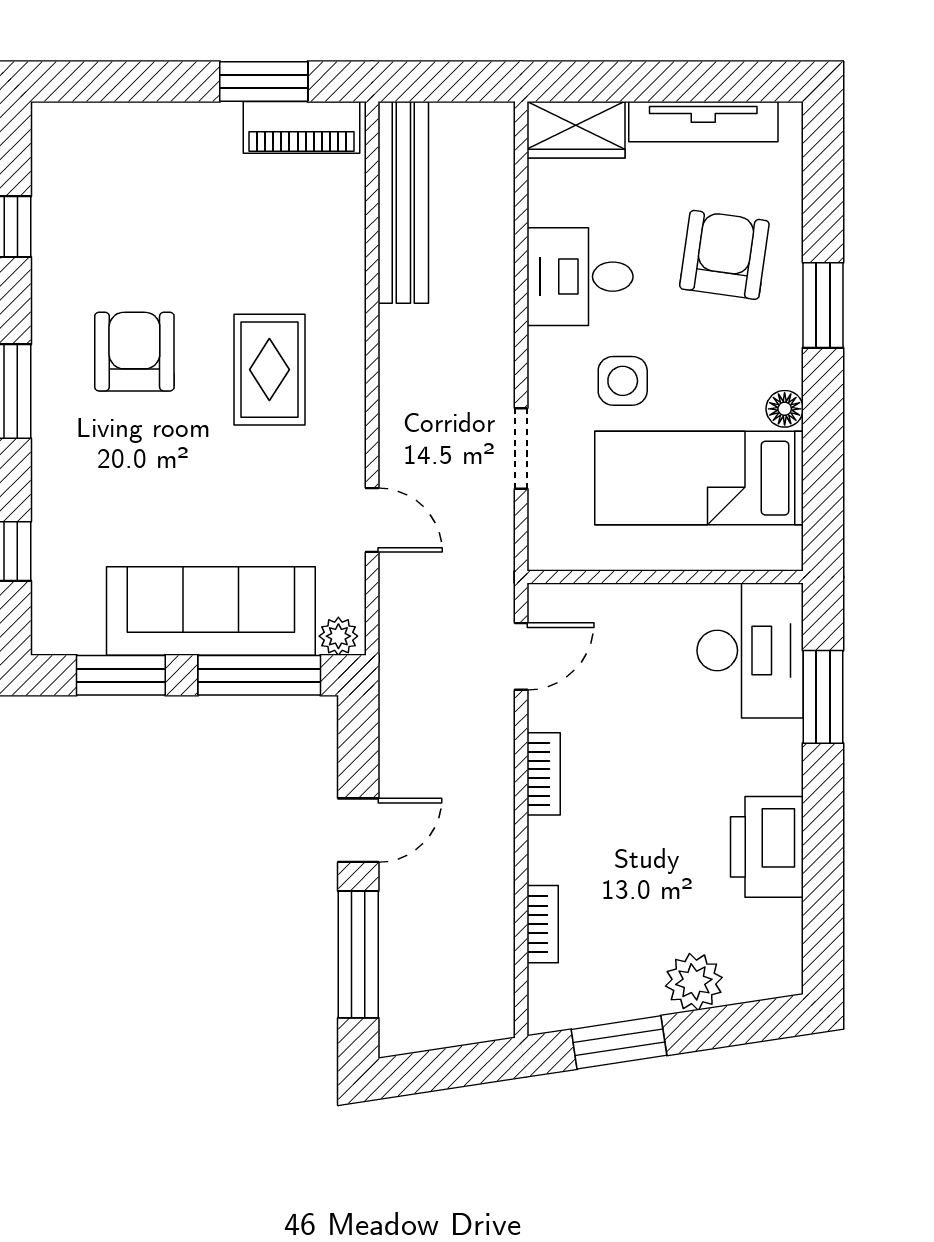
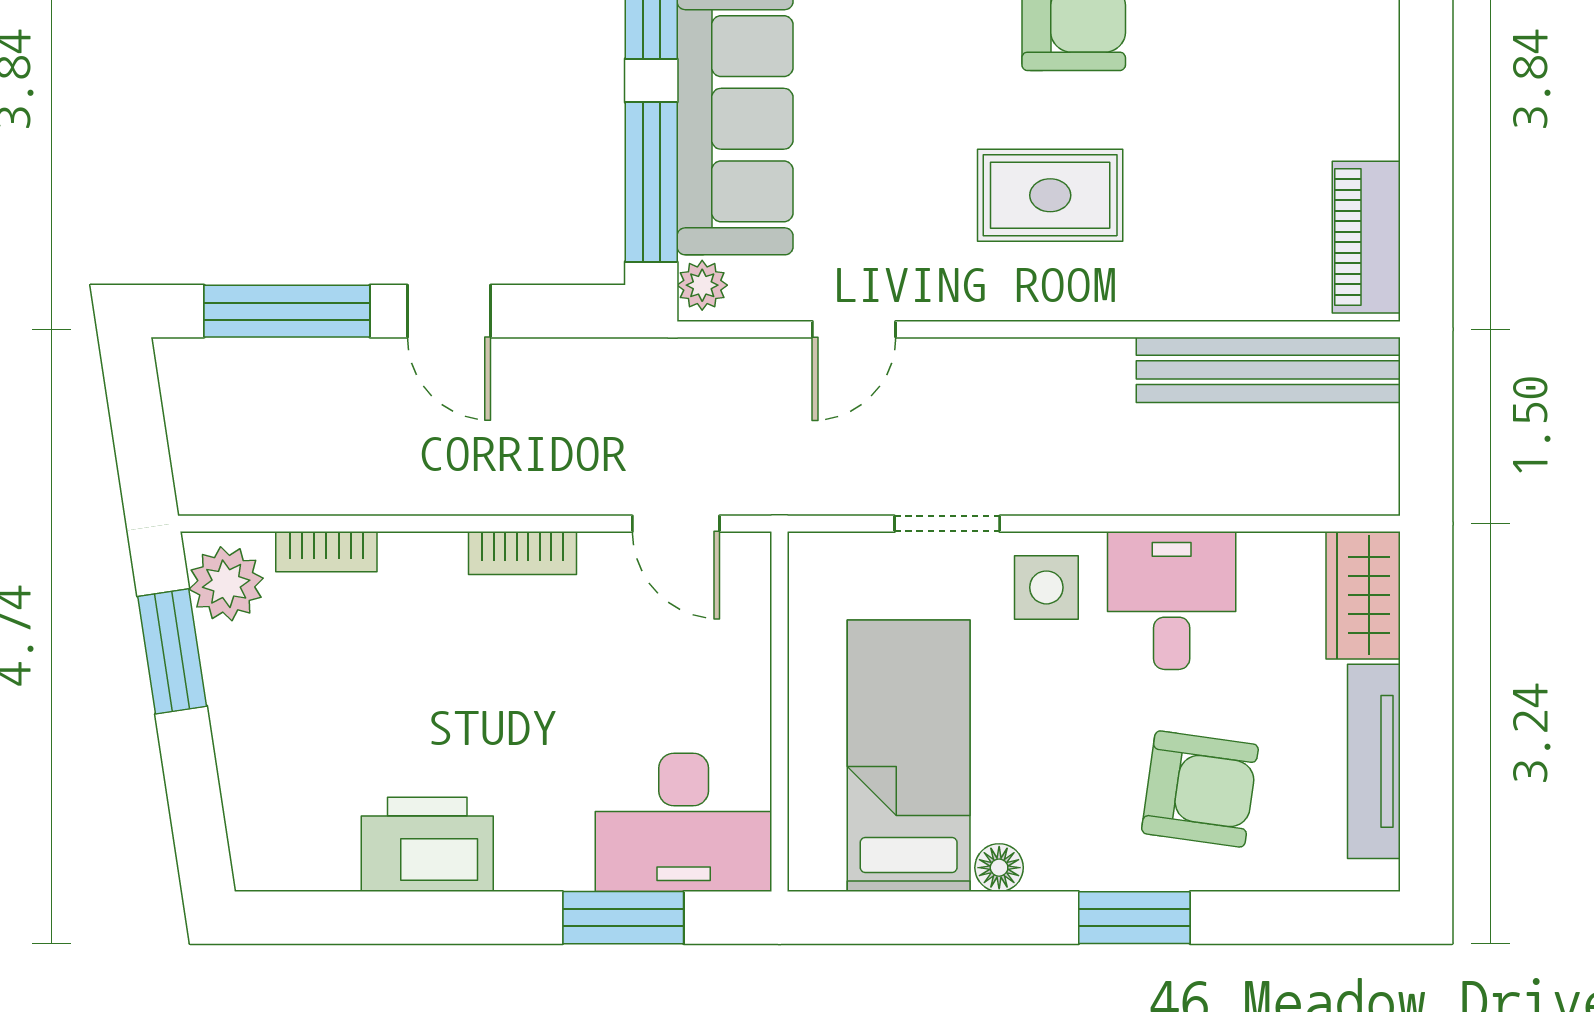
window: (264, 82) -> (1426, 188), removed
side table: (623, 381) -> (1046, 587), moved
plant: (694, 982) -> (226, 584), moved

